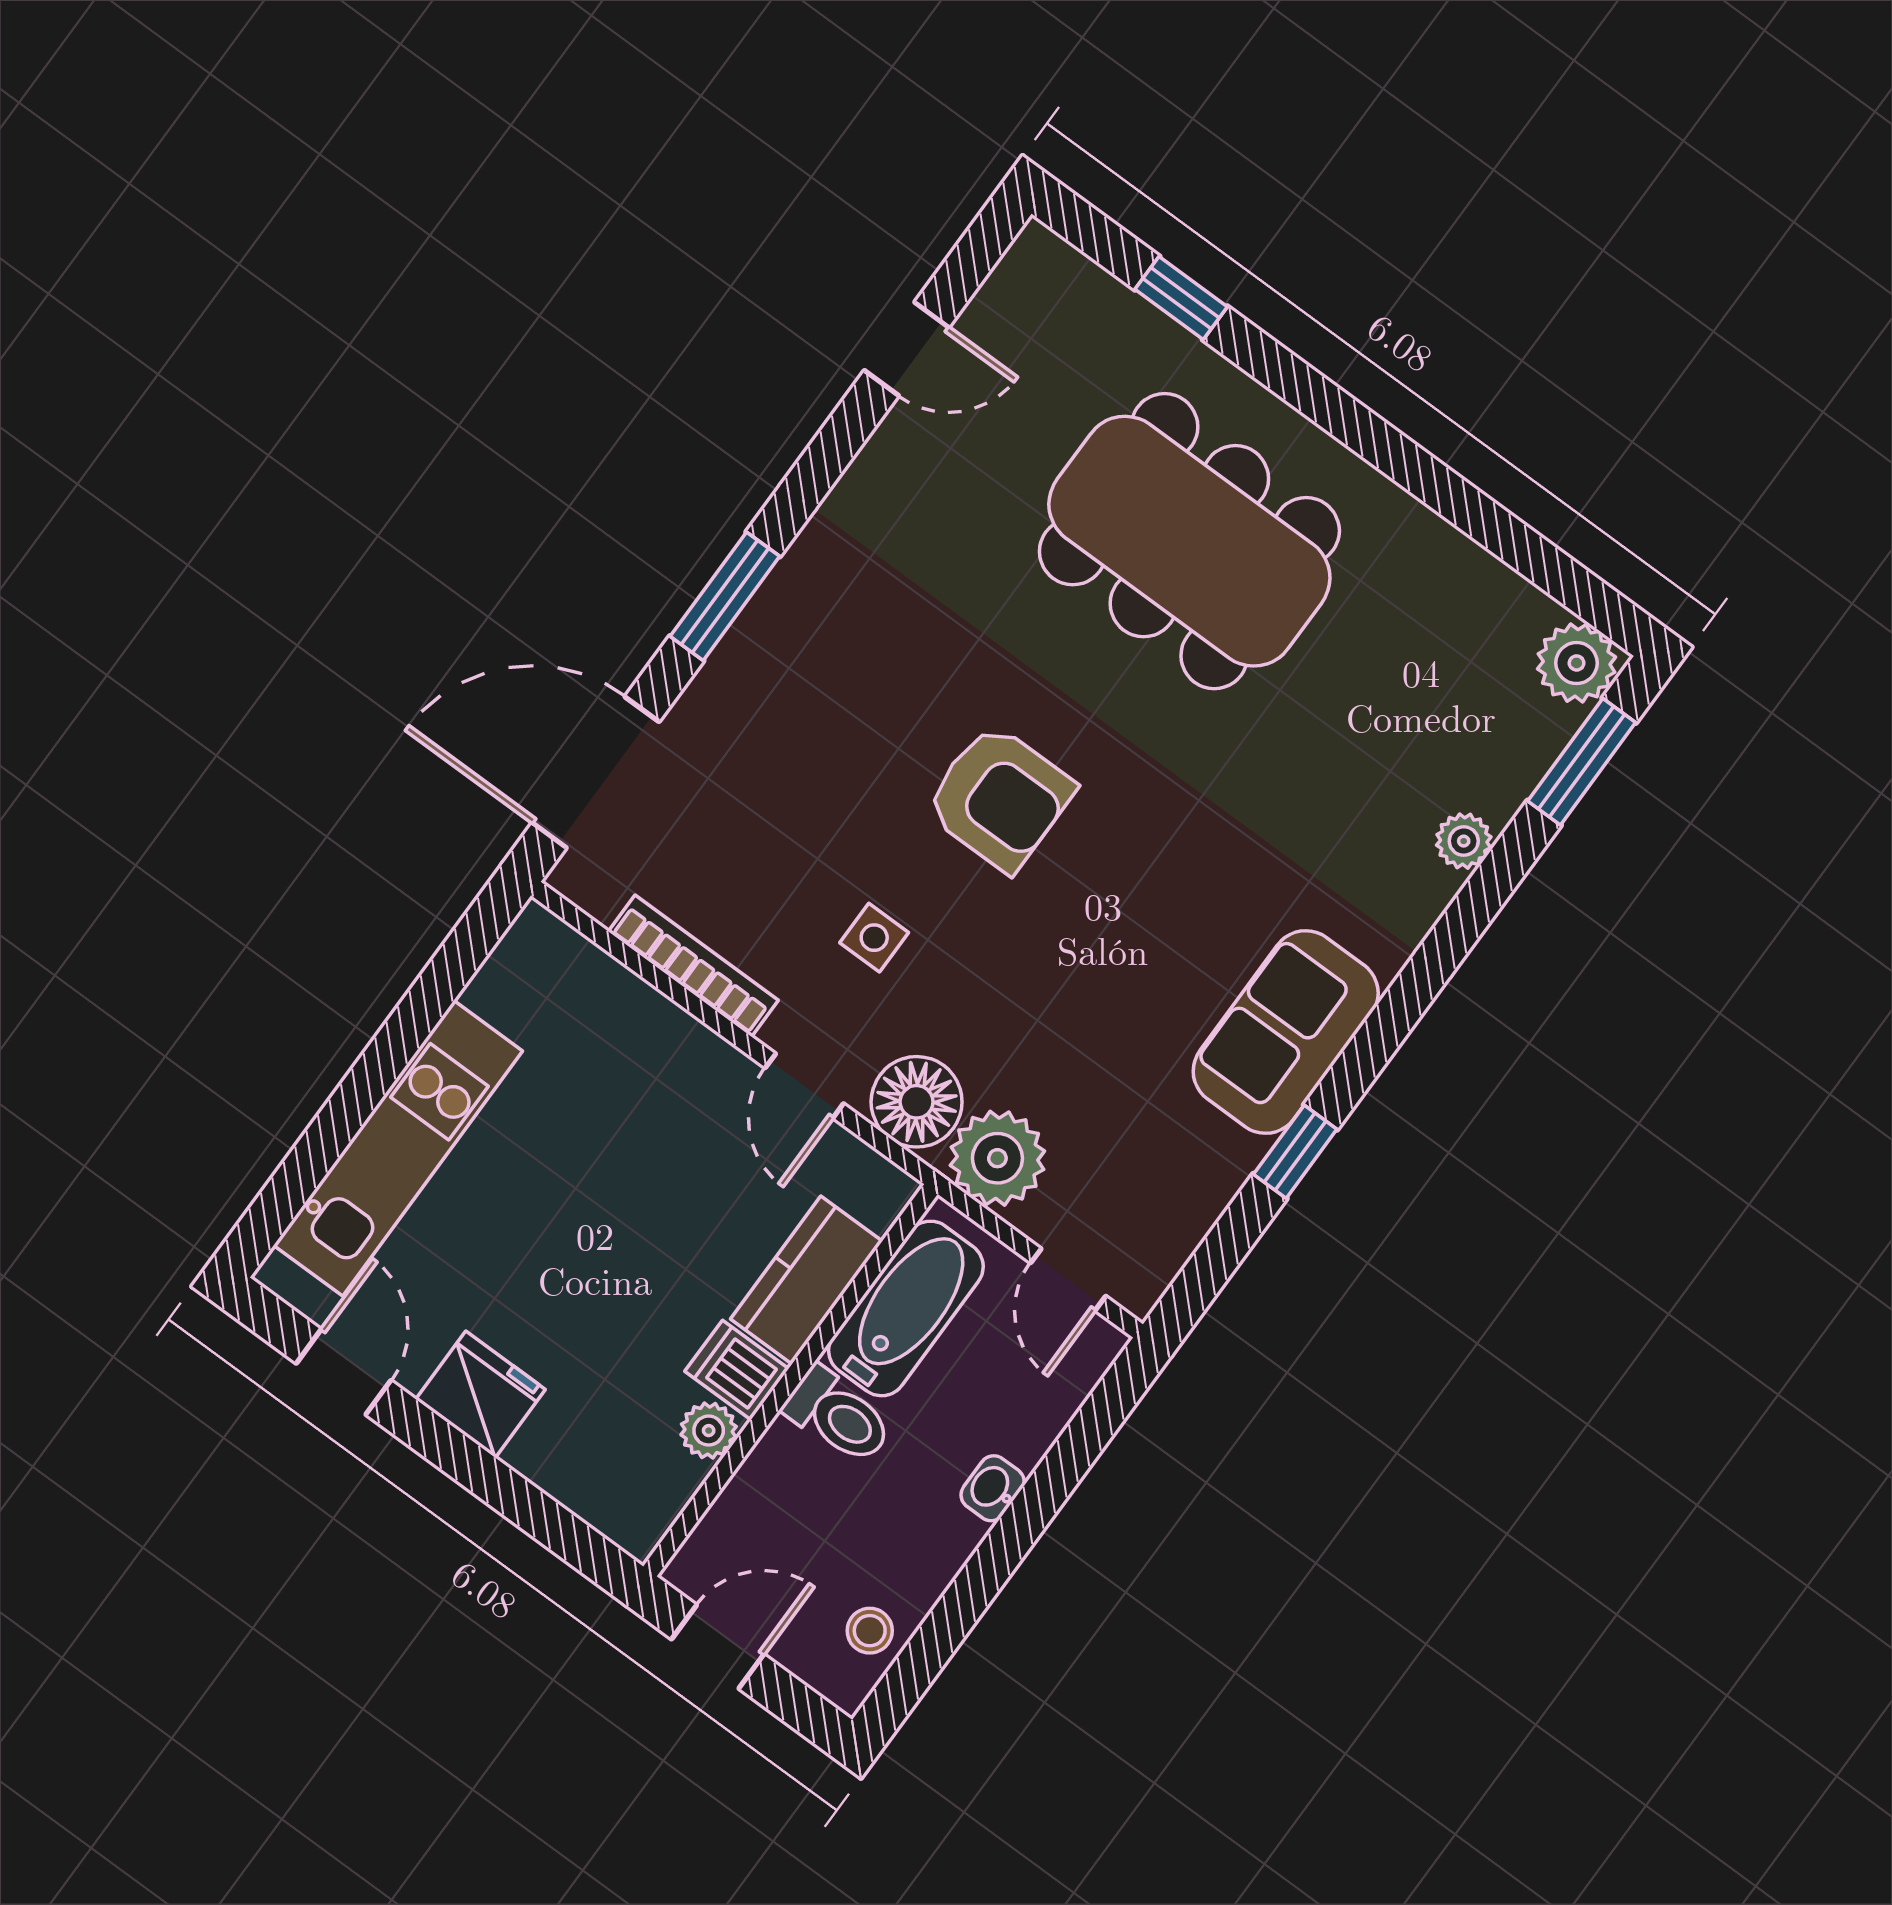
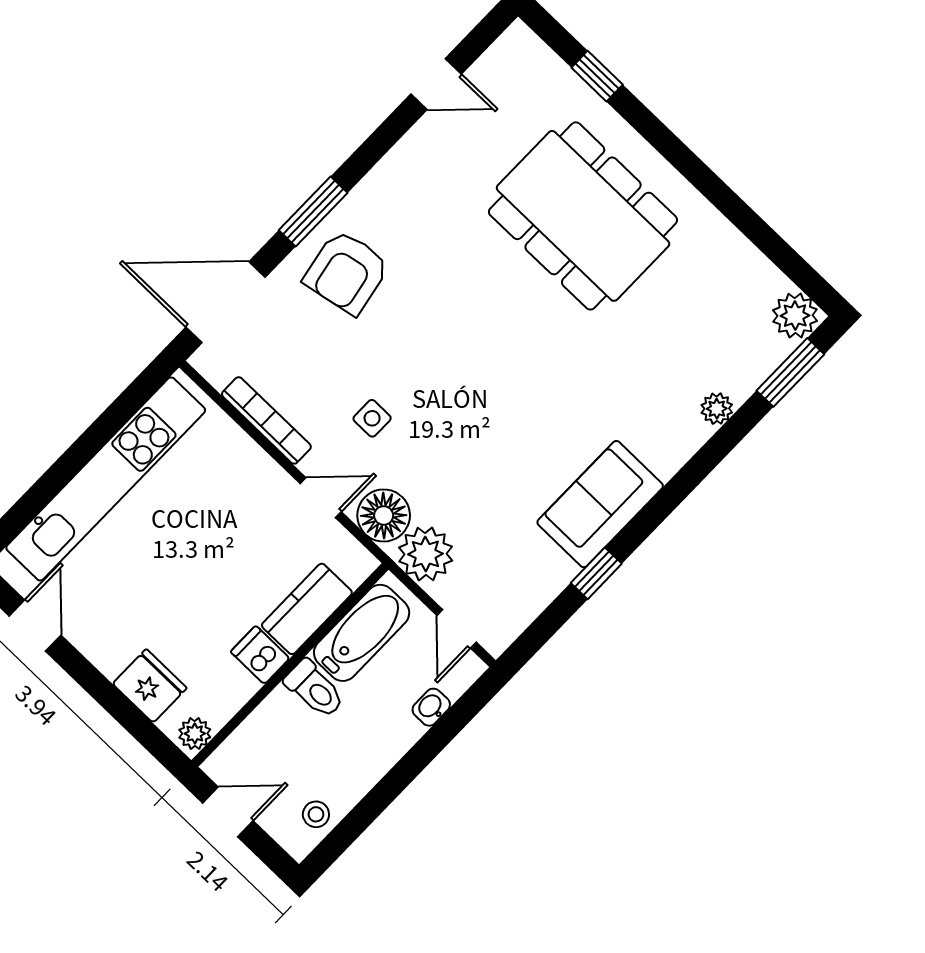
armchair: (999, 798) -> (347, 272), moved, turned 79
door: (804, 1086) -> (321, 498), swing flipped
kitchen unit: (398, 1148) -> (106, 479), width x1.36
fridge: (481, 1394) -> (150, 686), moved
plant: (709, 1431) -> (195, 734), moved
washbasin: (993, 1488) -> (431, 707), moved

